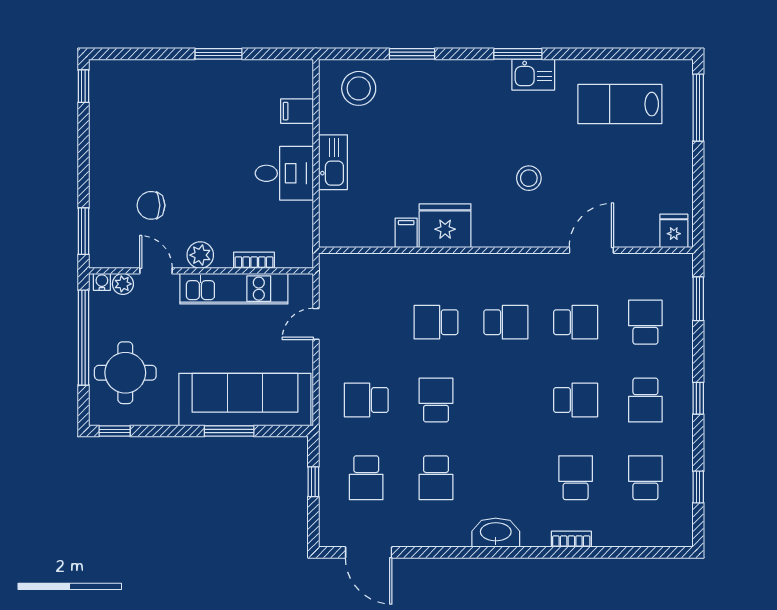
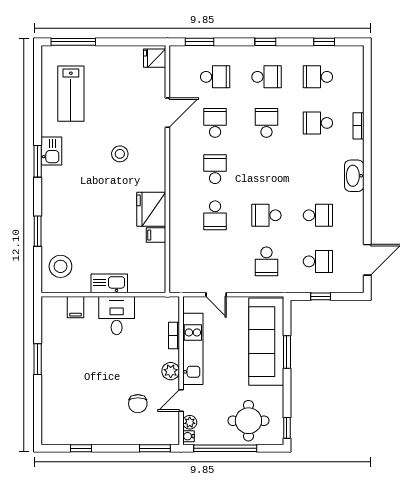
window: (84, 86) -> (81, 448), moved
door: (591, 250) -> (167, 113), swing flipped
school desk: (645, 322) -> (215, 77), turned 180

